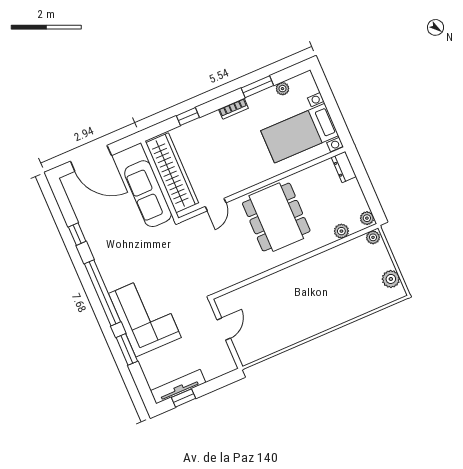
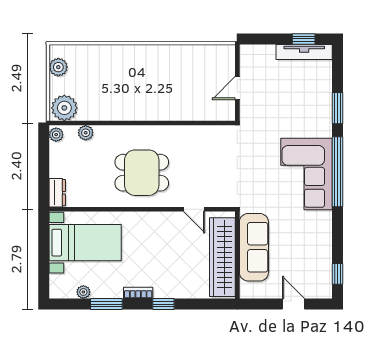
window: (188, 117) -> (163, 304), moved
door: (91, 158) -> (293, 304), width x0.53
door: (216, 205) -> (194, 209), swing flipped
dining table: (276, 217) -> (142, 173), width x0.73
window: (77, 234) -> (338, 274), moved
plant: (373, 237) -> (64, 108), width x1.88, depth x1.88
corner sofa: (145, 316) -> (307, 174), moved

